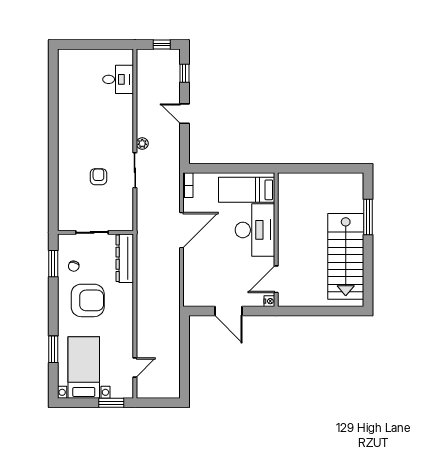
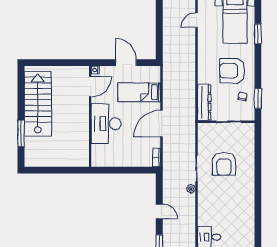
armchair: (98, 177) -> (224, 164), width x1.88, depth x1.88
bed: (247, 190) -> (139, 92), moved, turned 180

